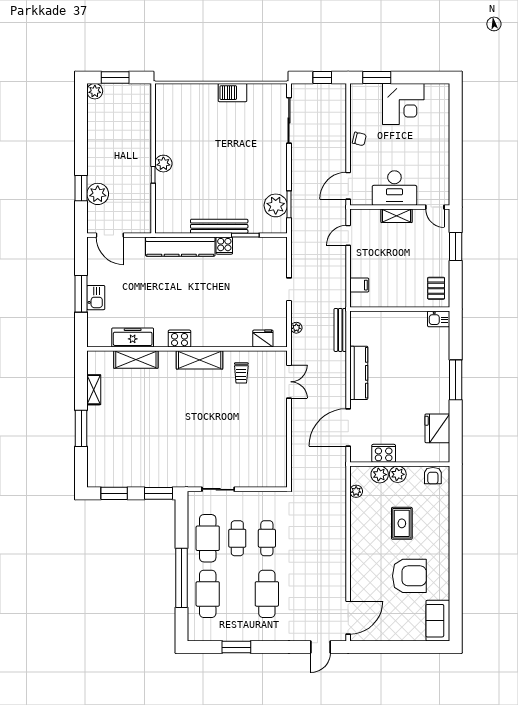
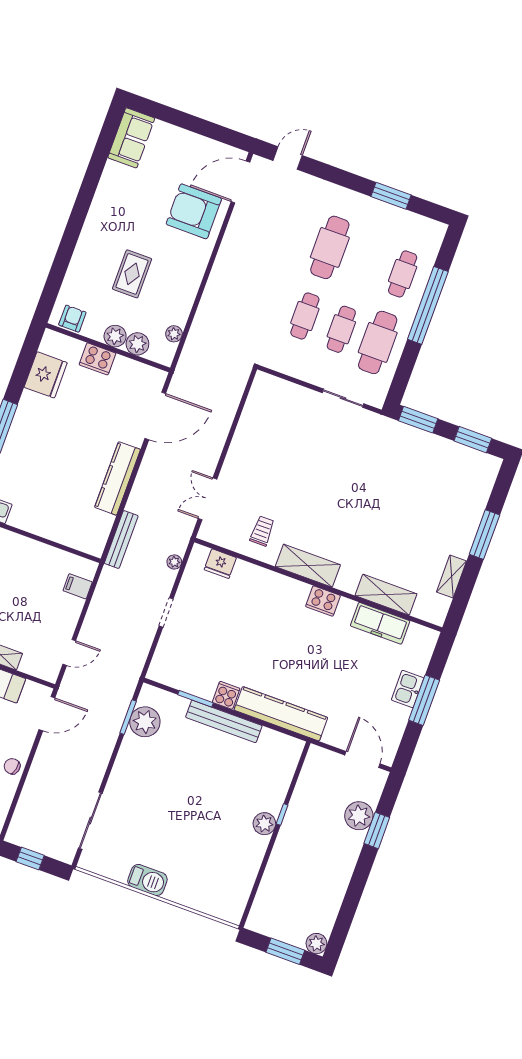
cooker: (384, 453) -> (97, 359), moved
armchair: (409, 576) -> (194, 211), moved
cafe table: (208, 594) -> (403, 274), width x0.73, depth x0.74

